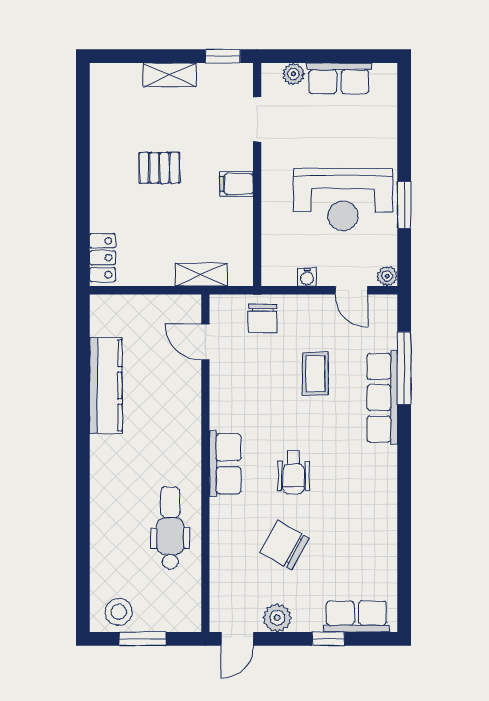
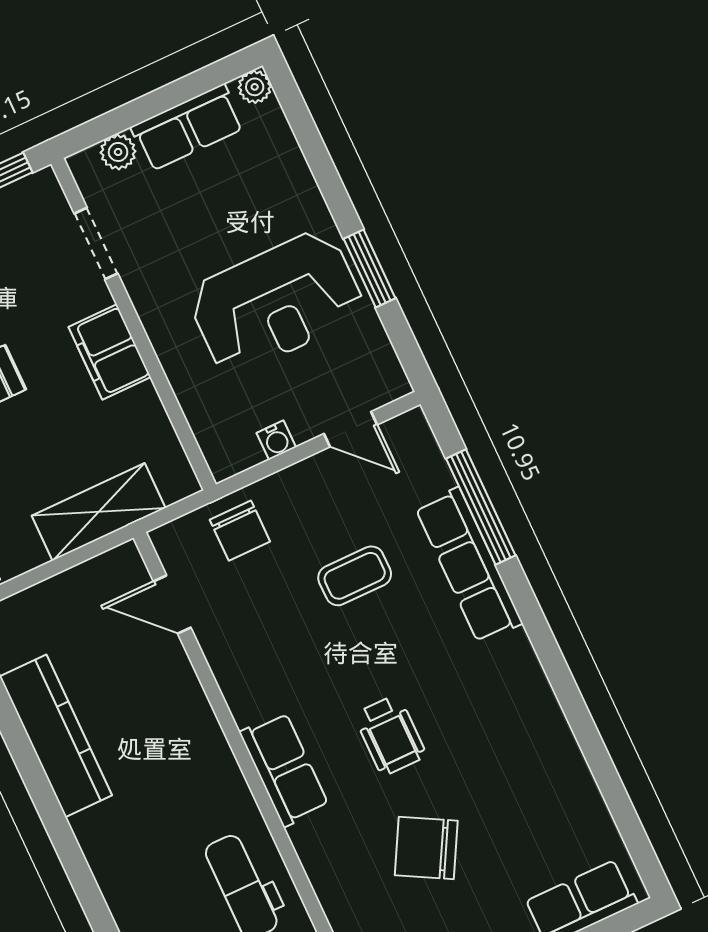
filing cabinet: (236, 184) -> (110, 352), width x2.00
shelving: (201, 275) -> (99, 512), width x1.50, depth x1.33
plant: (387, 276) -> (255, 87), moved
coffee table: (315, 374) -> (355, 576), turned 90

